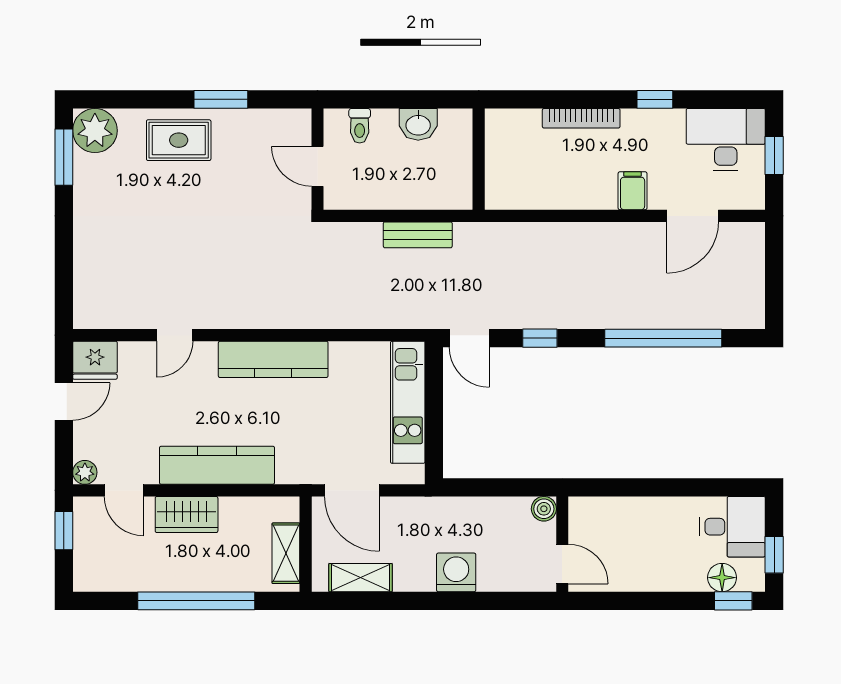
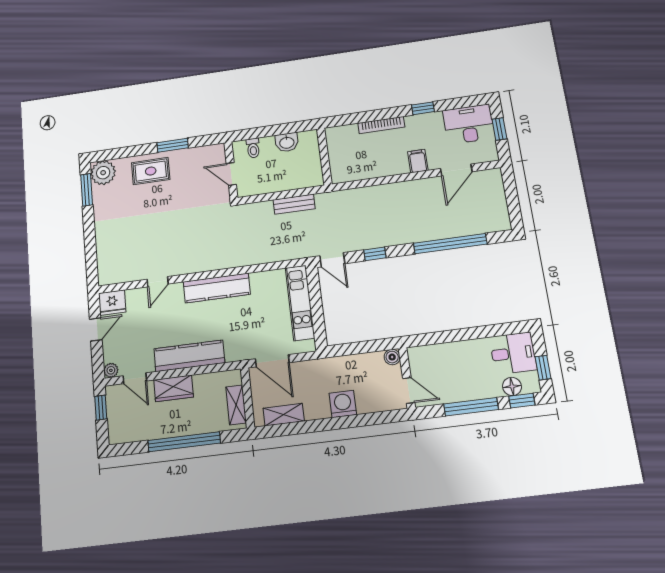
window: (655, 601) -> (471, 407), added

